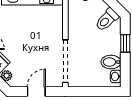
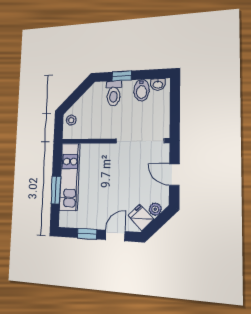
toilet: (107, 20) -> (114, 93), moved, turned 45

